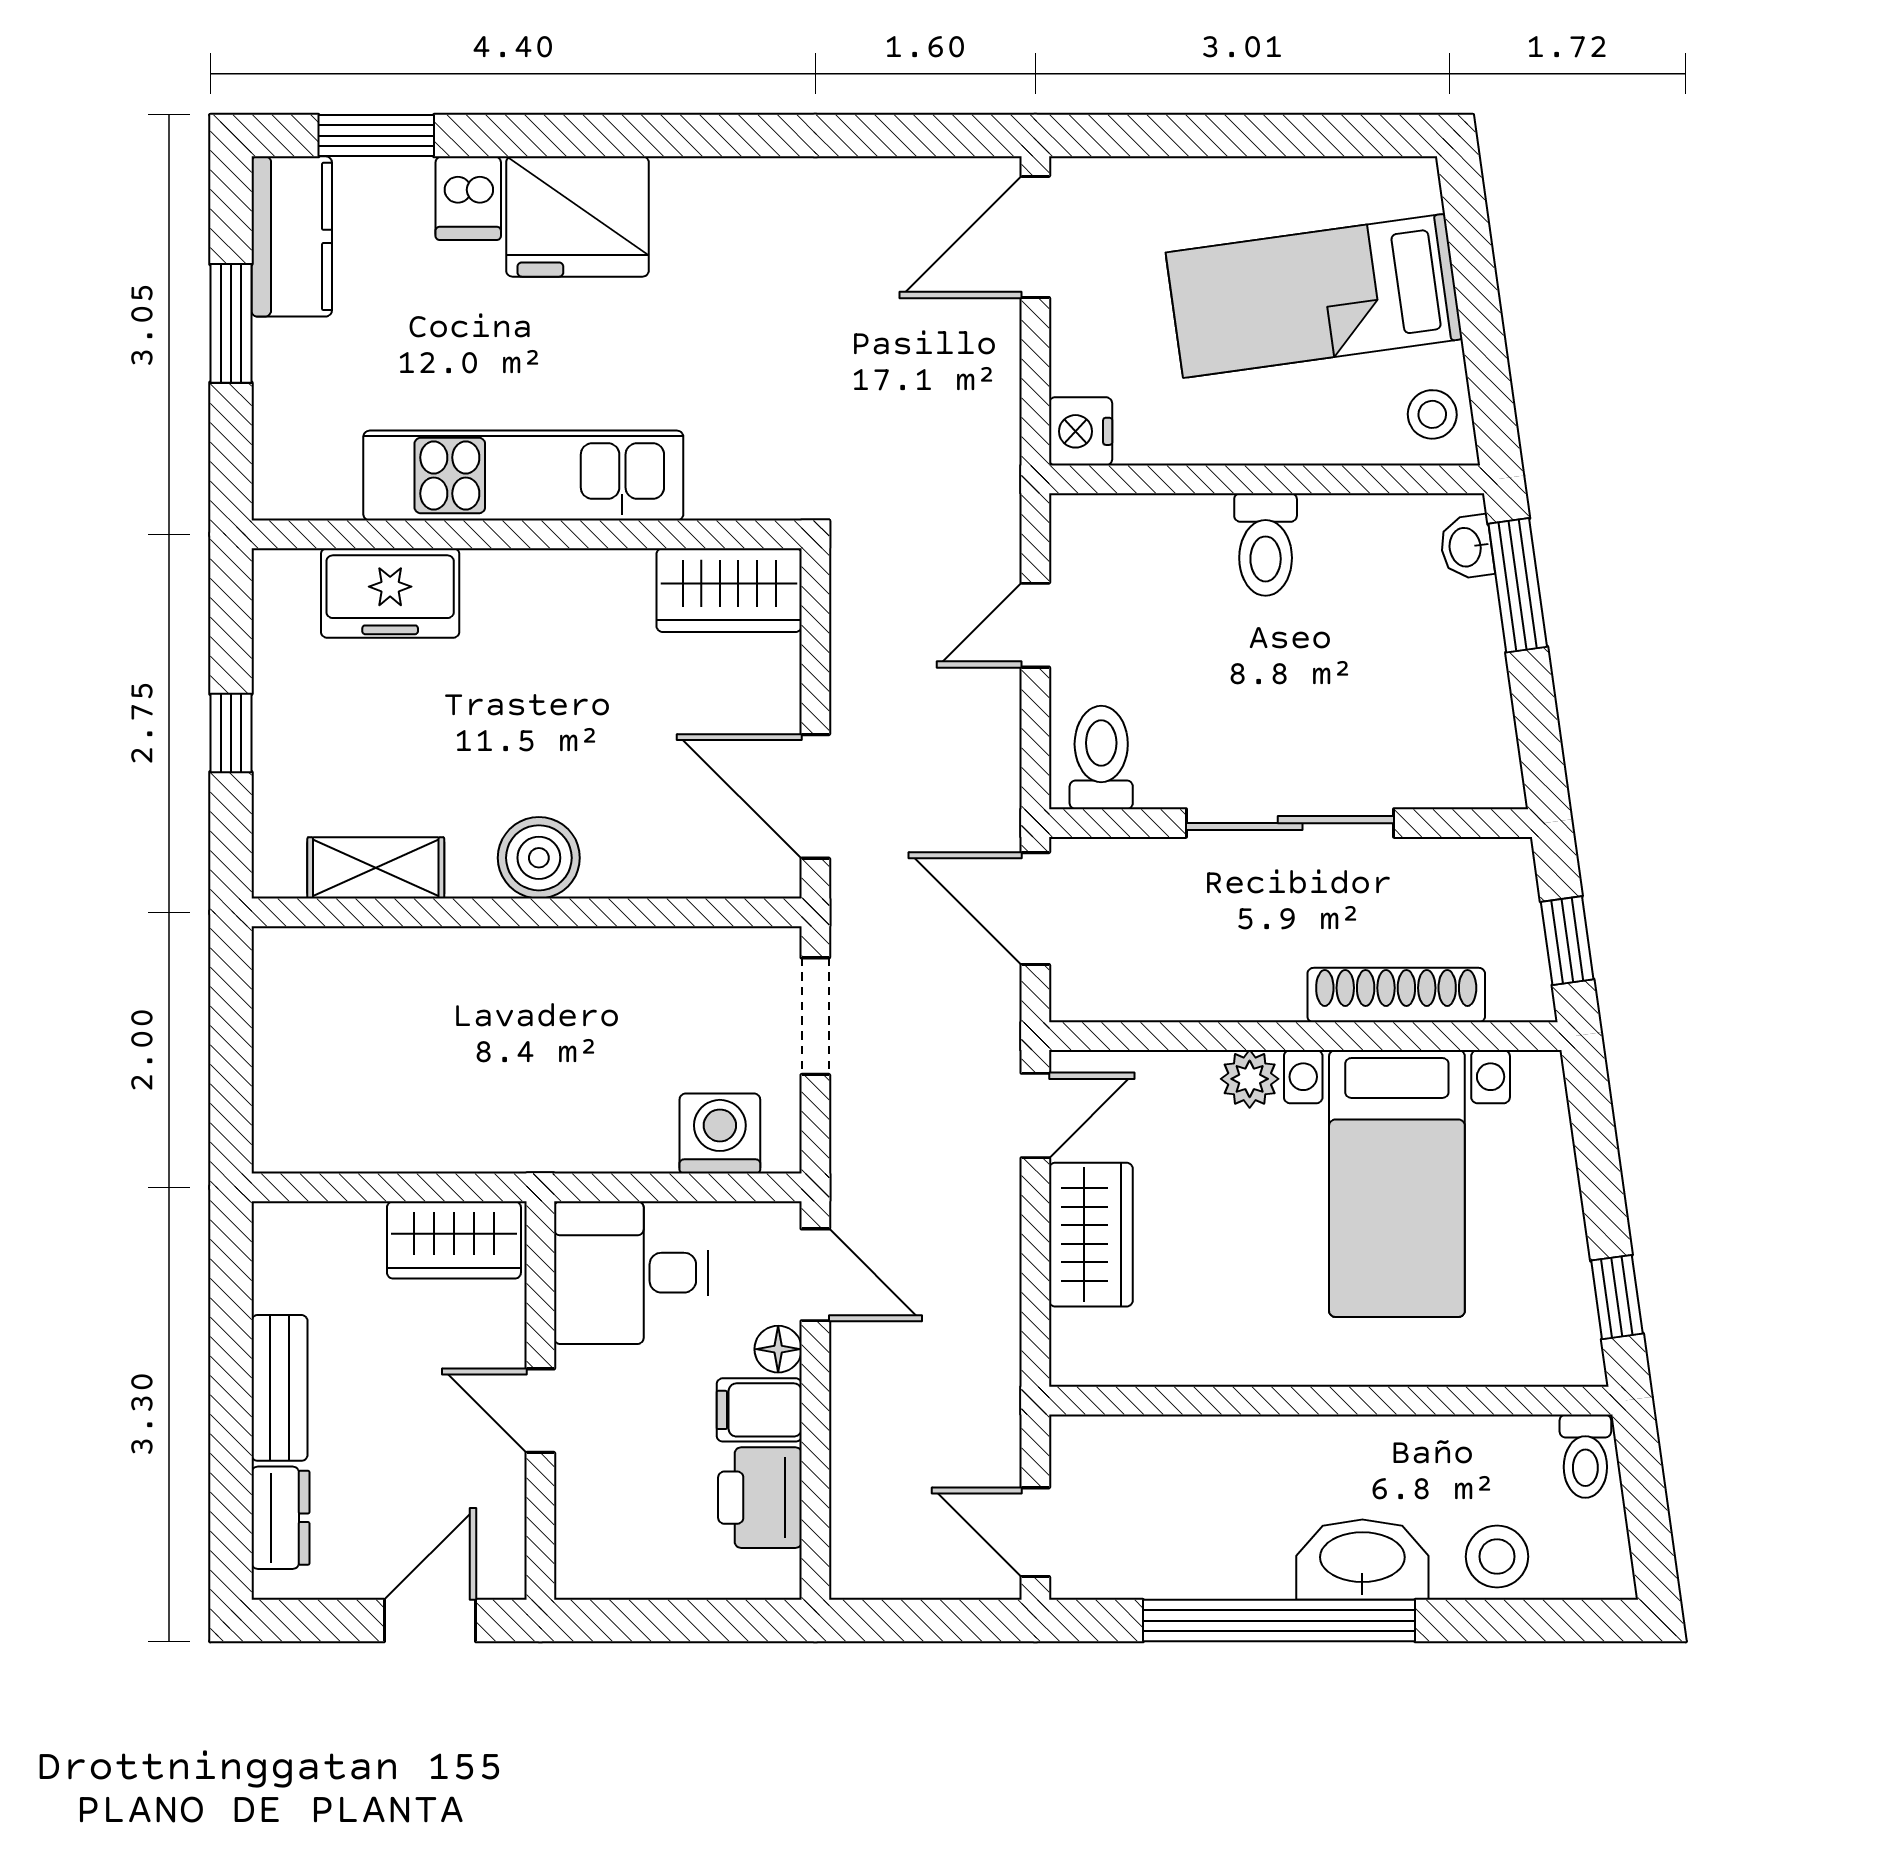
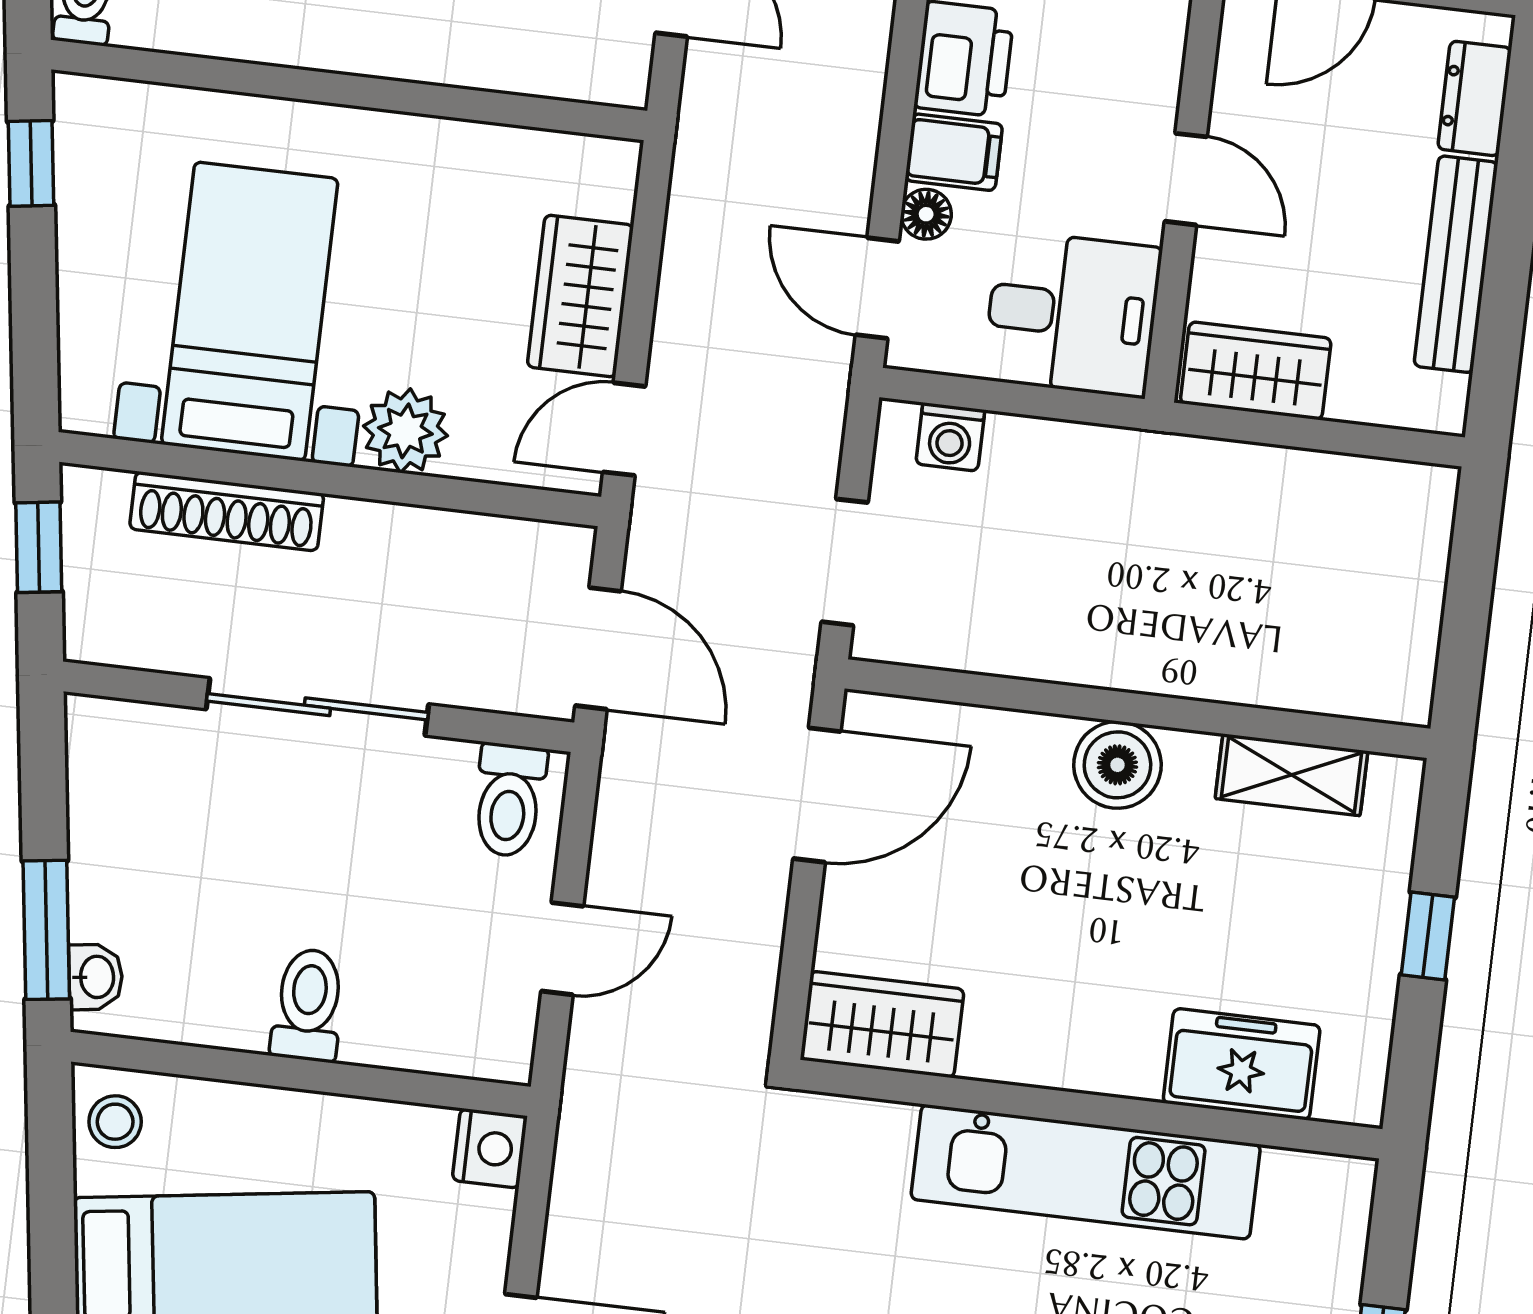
door: (815, 796) -> (817, 795), hinge flipped
plant: (1250, 1079) -> (405, 431), width x1.38, depth x1.38
washing machine: (720, 1134) -> (950, 437), width x0.73, depth x0.73
bench: (279, 1388) -> (1456, 264), width x1.36

